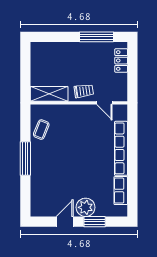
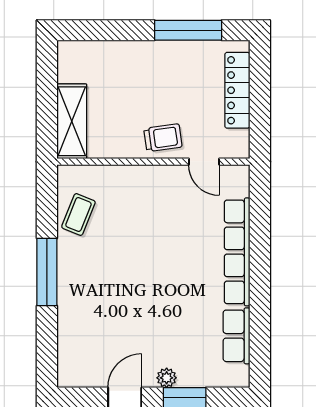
locker: (121, 61) -> (237, 90), width x1.53
shelving: (49, 94) -> (72, 121), moved, turned 90
plant: (86, 207) -> (167, 378), width x0.53, depth x0.53

